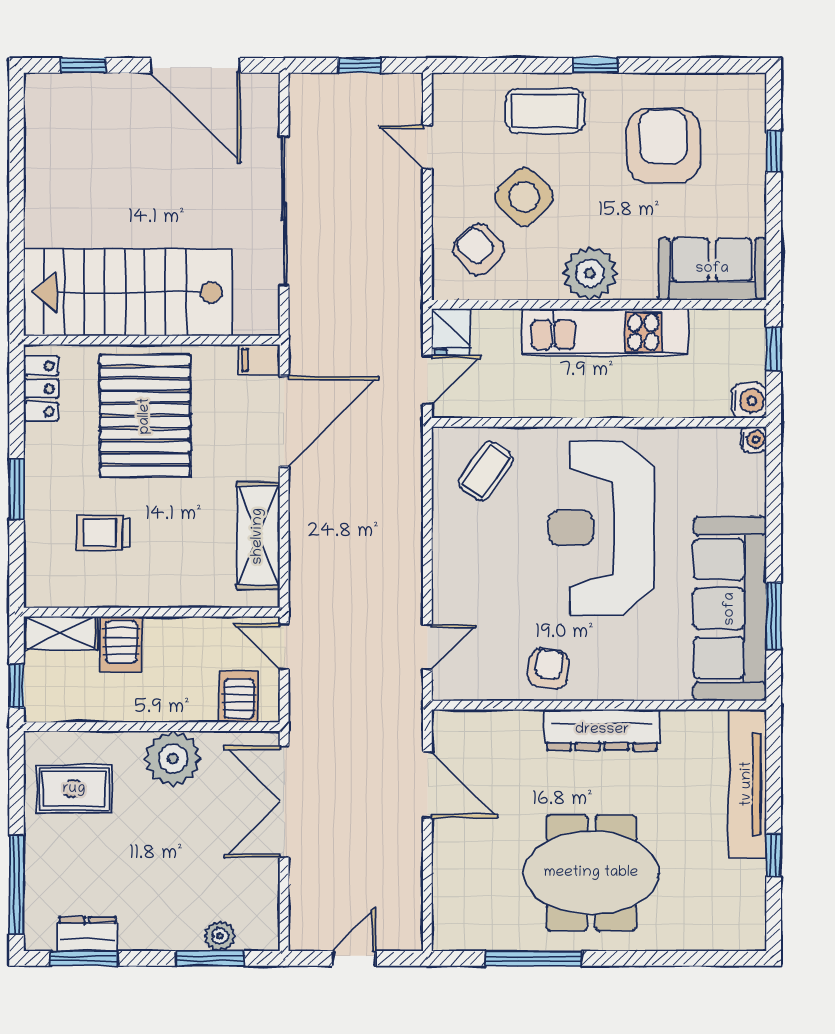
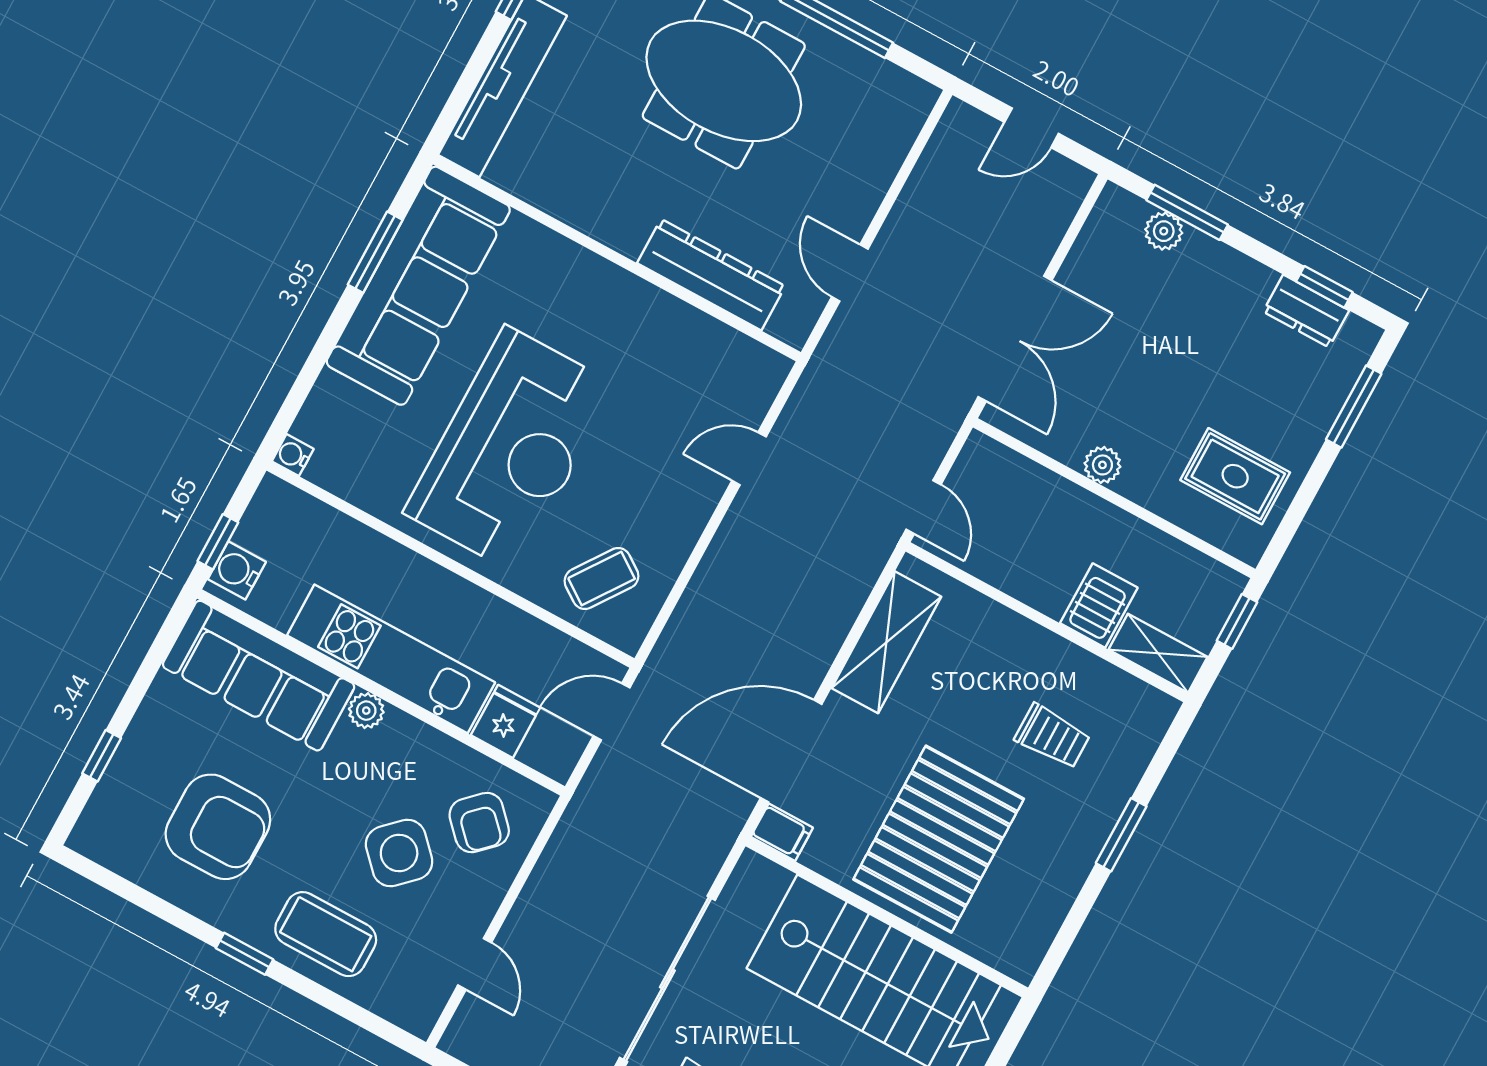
armchair: (663, 146) -> (218, 827), turned -90
sofa: (712, 269) -> (259, 676), width x1.36
plant: (590, 273) -> (366, 711), width x0.53, depth x0.53
fridge: (451, 332) -> (505, 721), moved
locker: (41, 389) -> (1035, 929), removed
water cooler: (749, 401) -> (237, 570), moved
door: (427, 647) -> (749, 459), moved
armchair: (548, 669) -> (650, 327), removed
server rack: (239, 697) -> (1002, 479), removed
dresser: (602, 730) -> (711, 275), moved
plant: (173, 759) -> (1102, 465), width x0.53, depth x0.53
door: (427, 785) -> (850, 273), width x0.73
window: (17, 884) -> (1354, 407), width x0.69
window: (84, 958) -> (1324, 287), width x0.67

